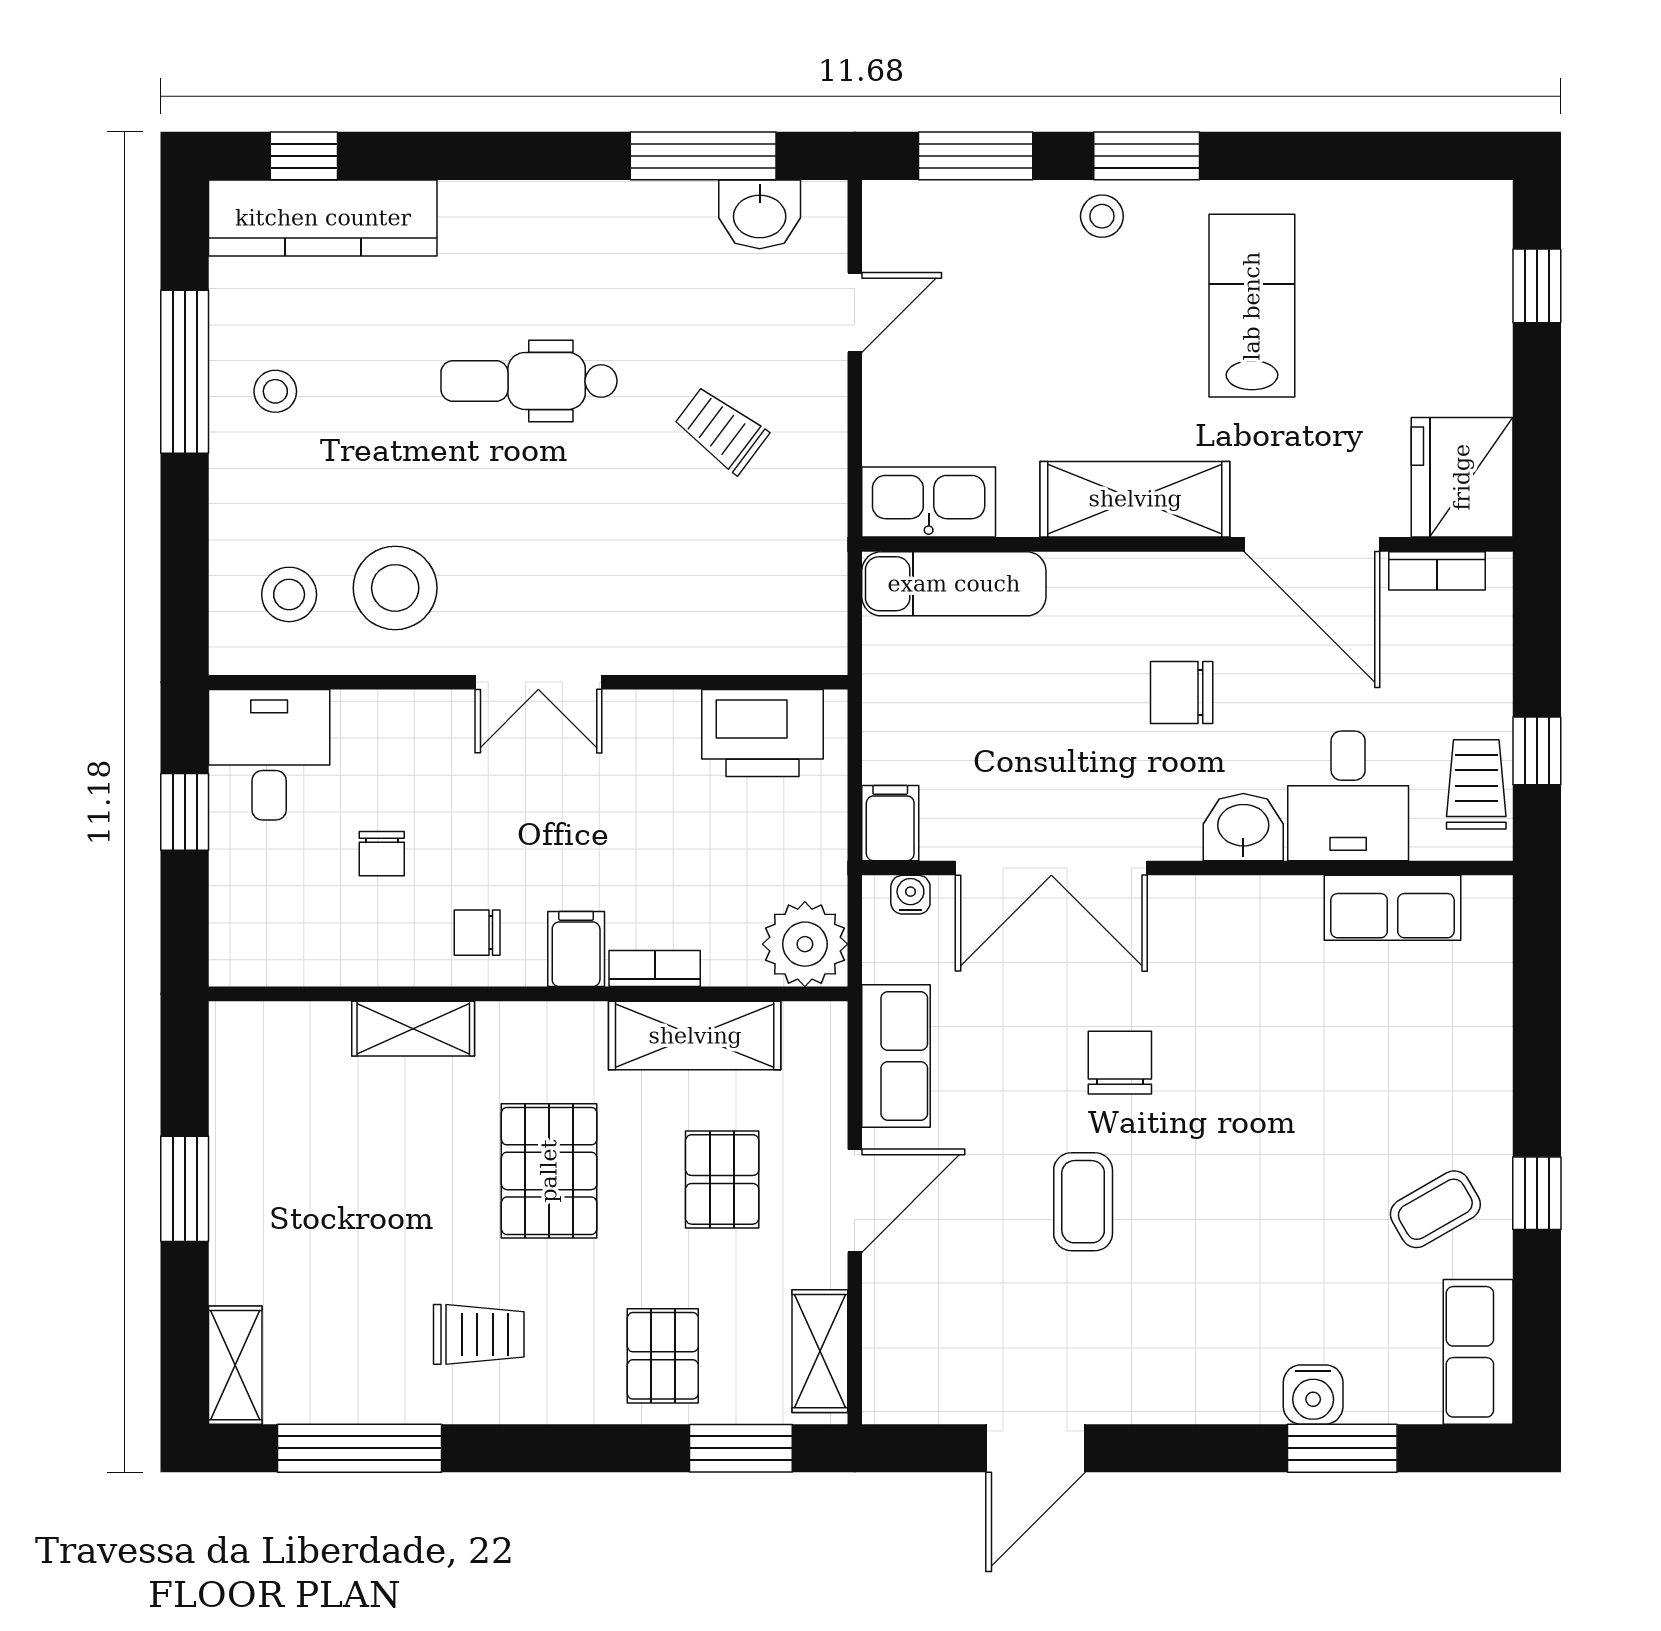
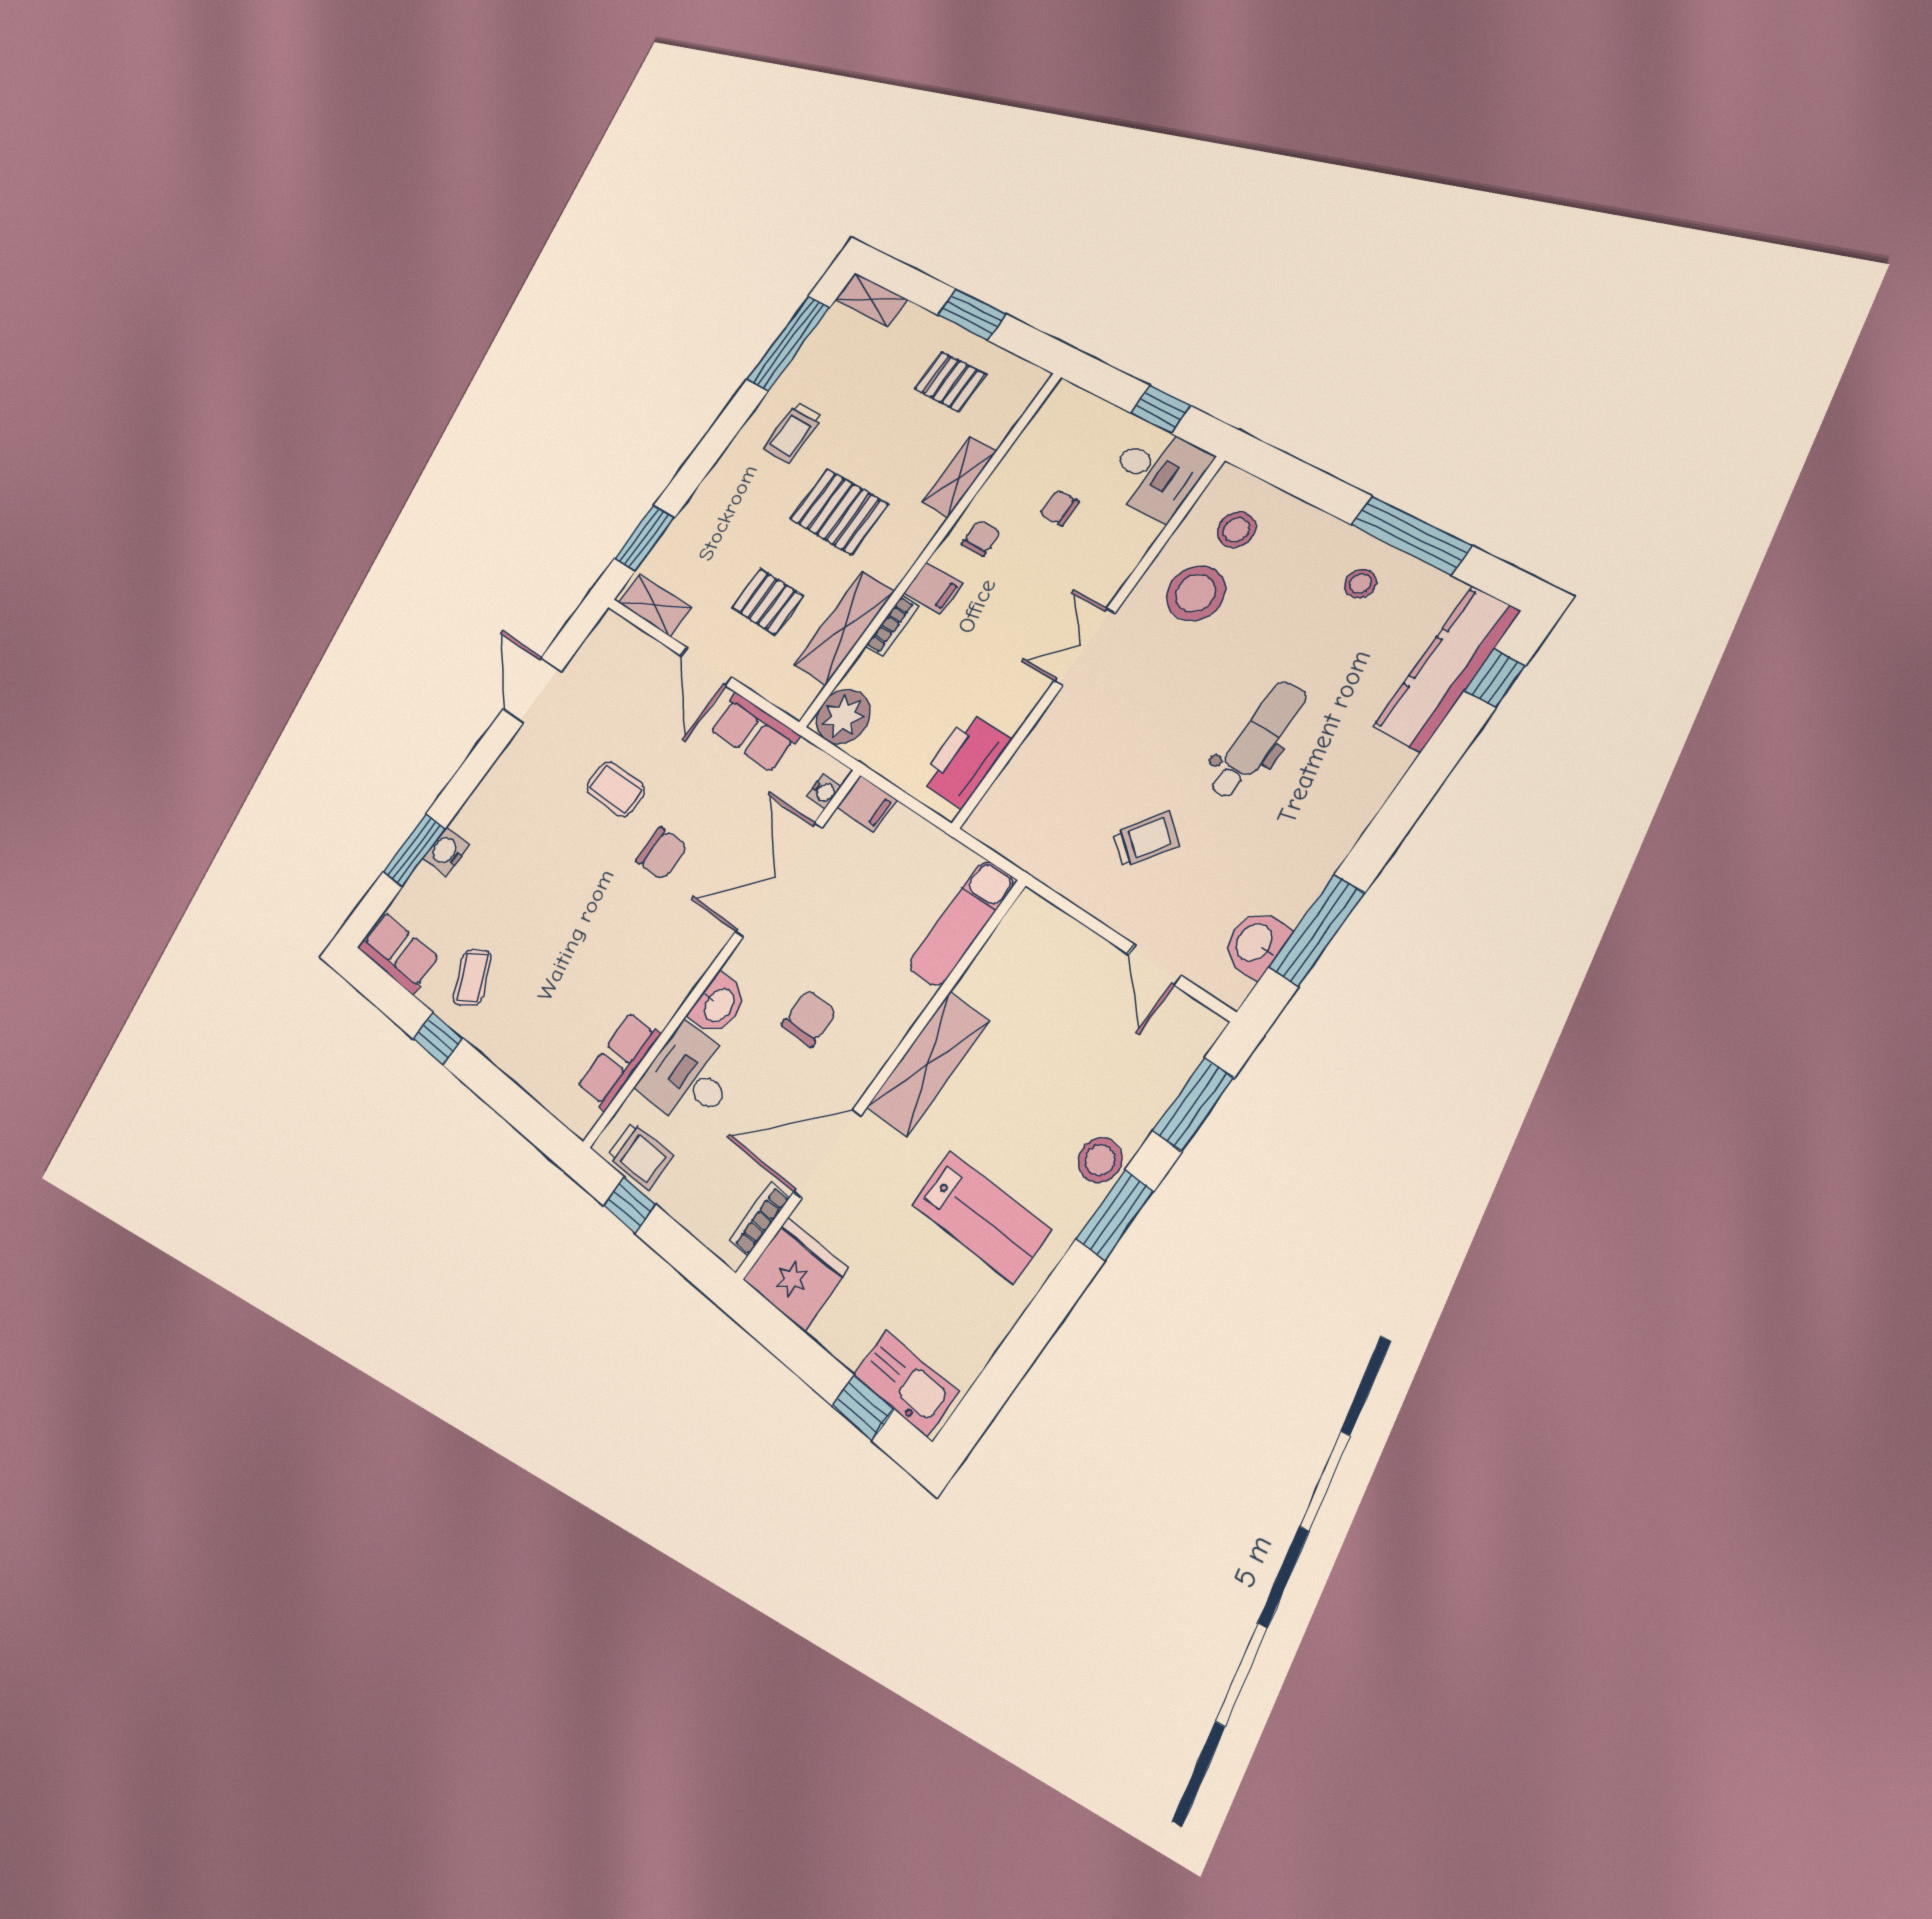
stool: (1102, 216) -> (1100, 1160), width x1.37, depth x1.37
kitchen sink: (929, 502) -> (906, 1383), moved, turned -90
pallet: (663, 1356) -> (950, 382), moved

